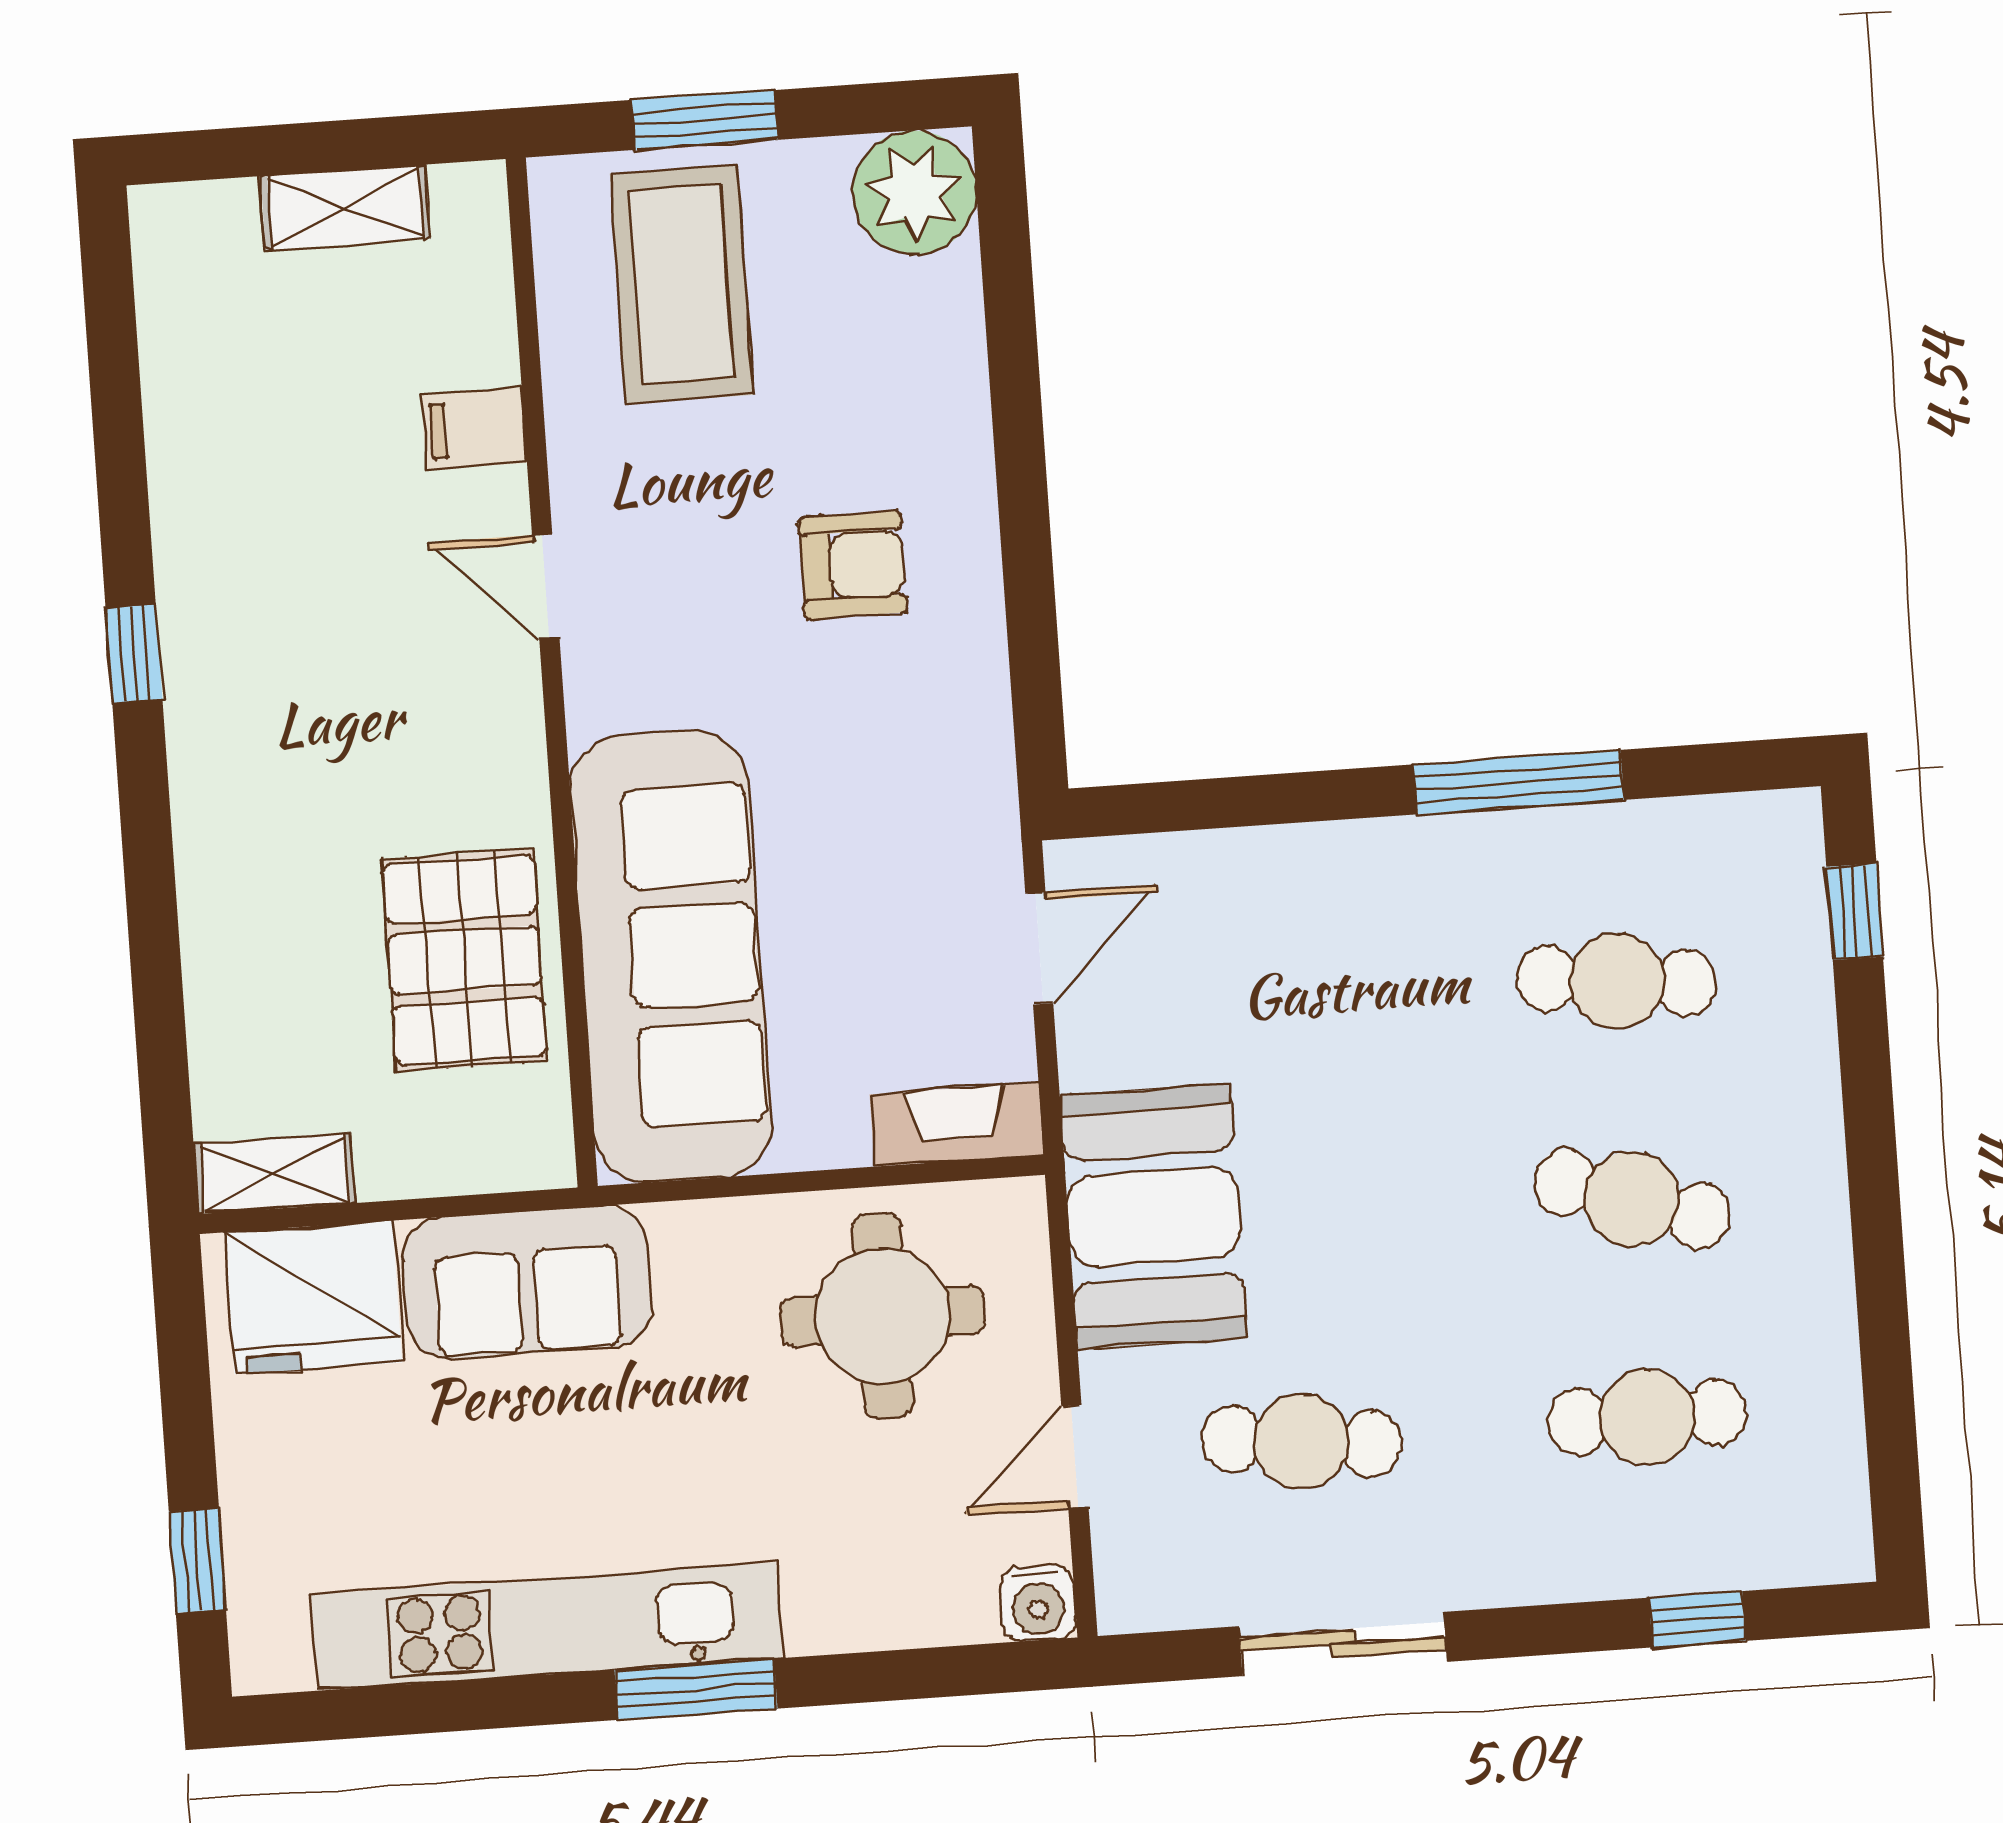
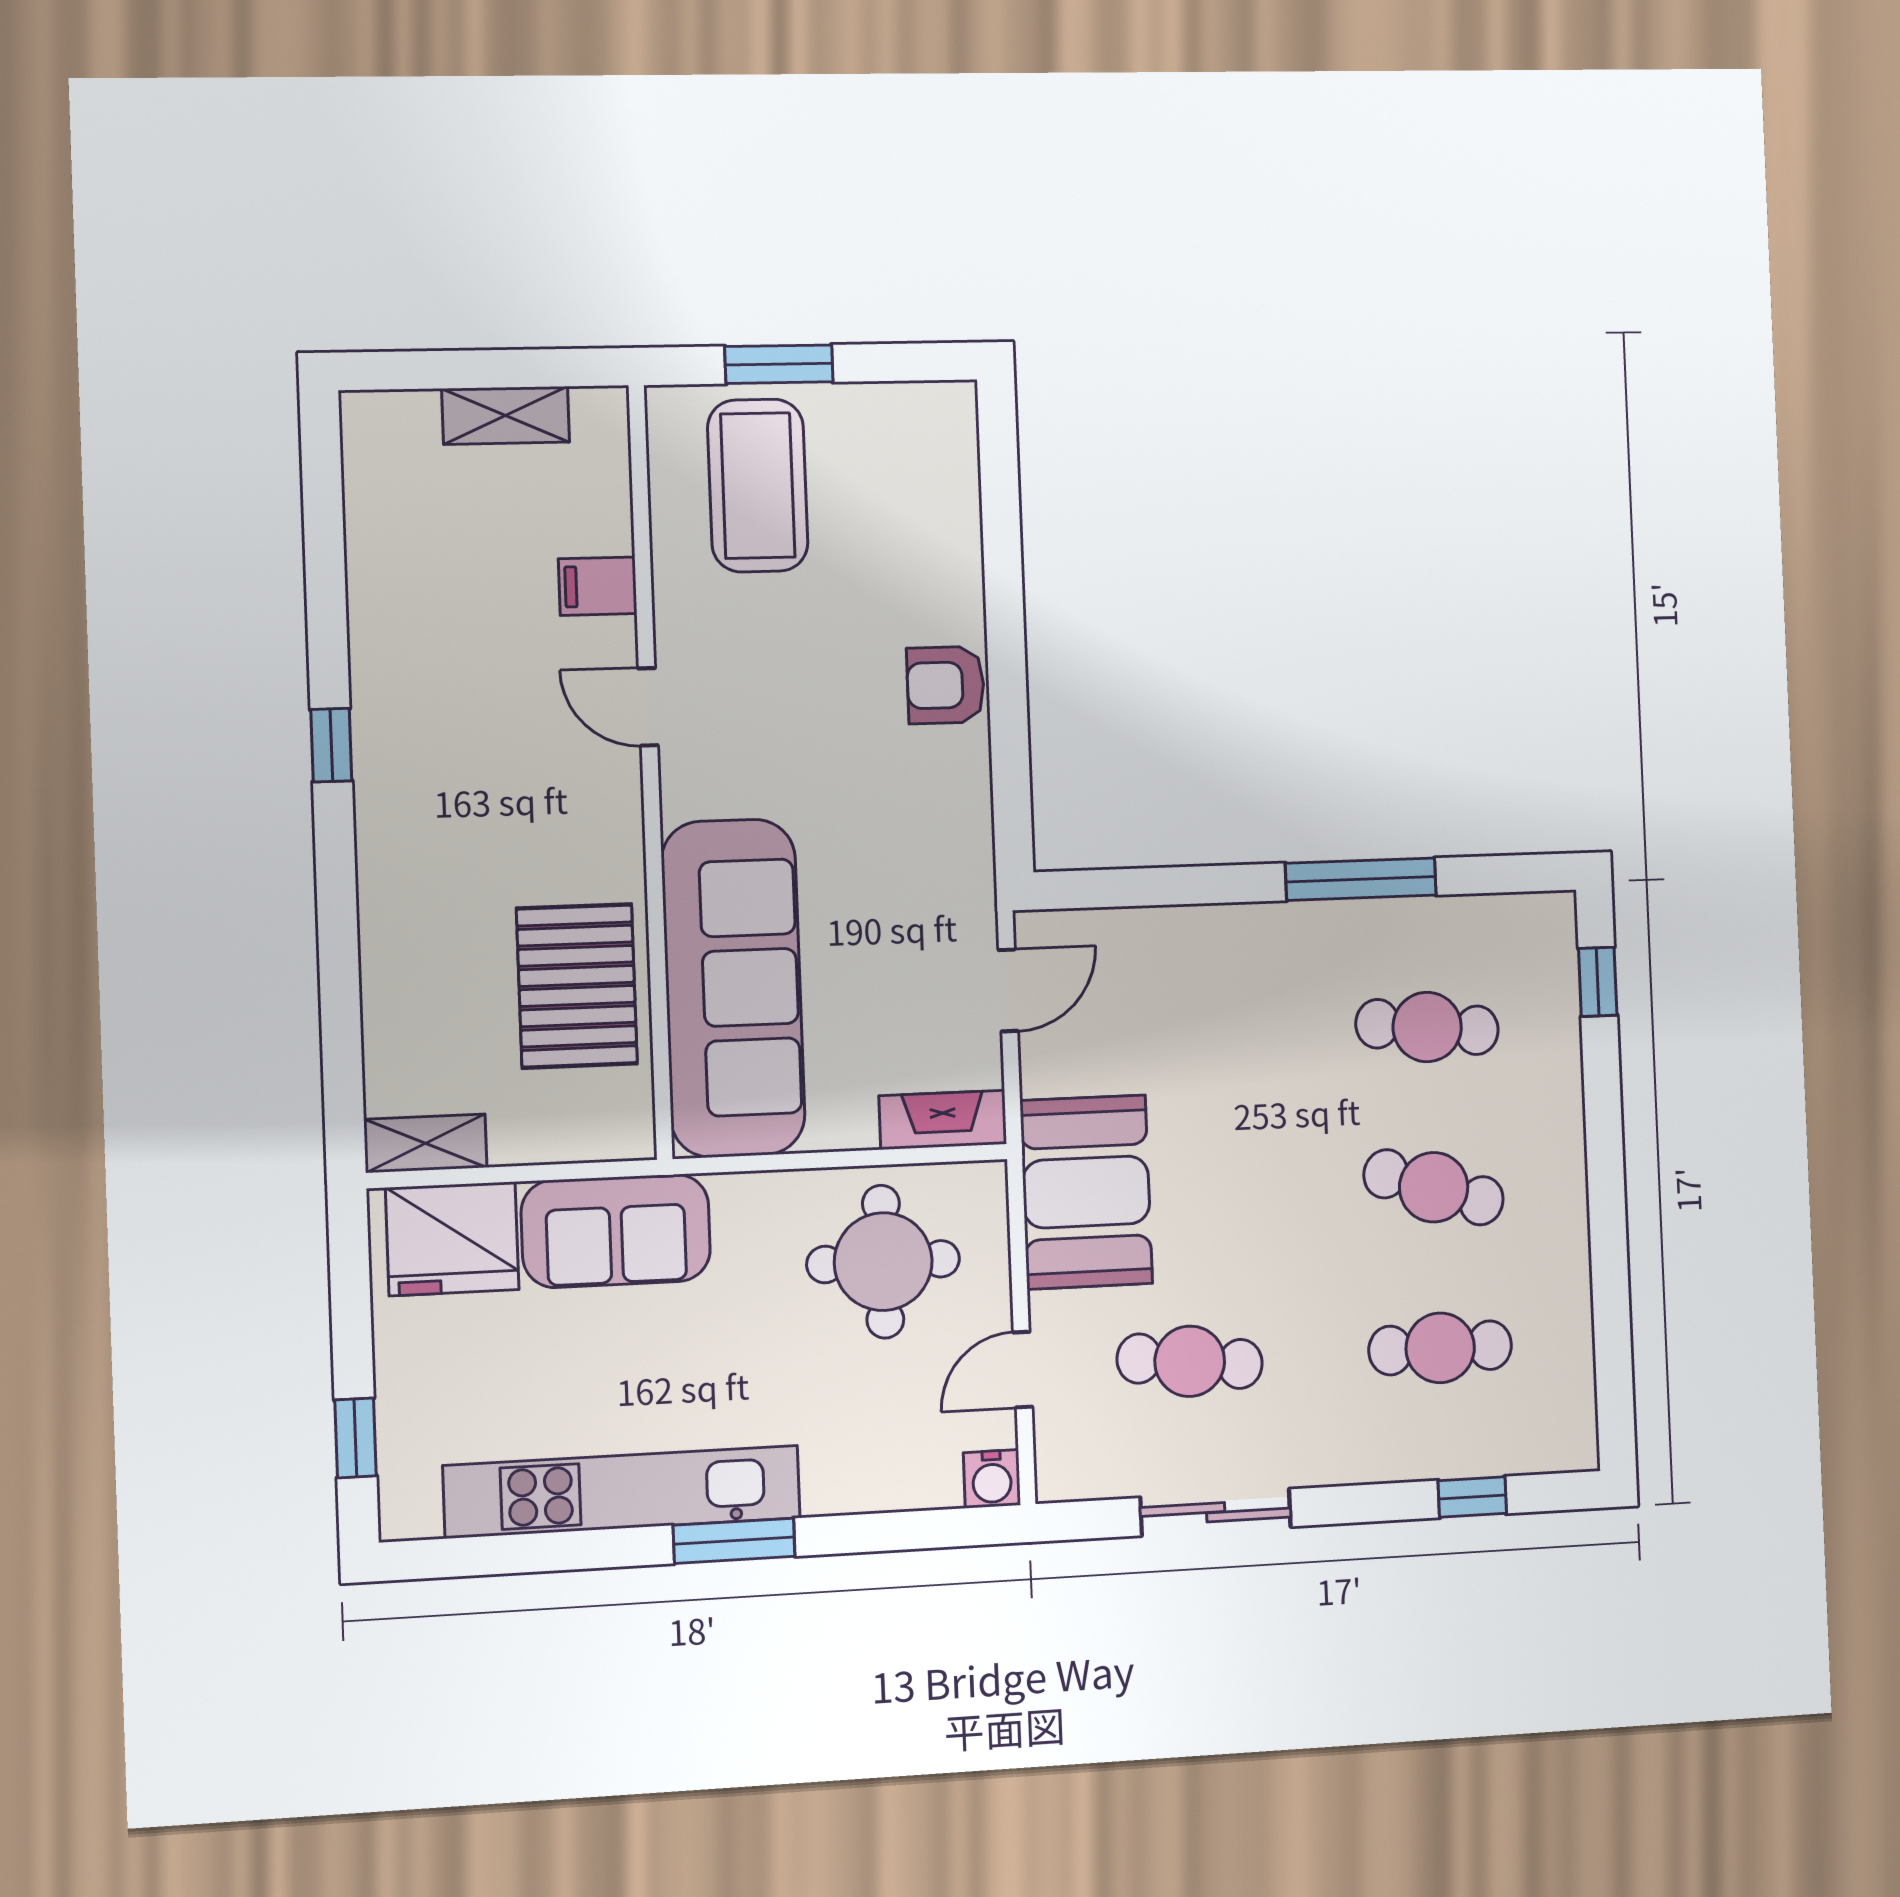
plant: (914, 192) -> (933, 426), removed
armchair: (853, 565) -> (946, 685), moved, turned 180

